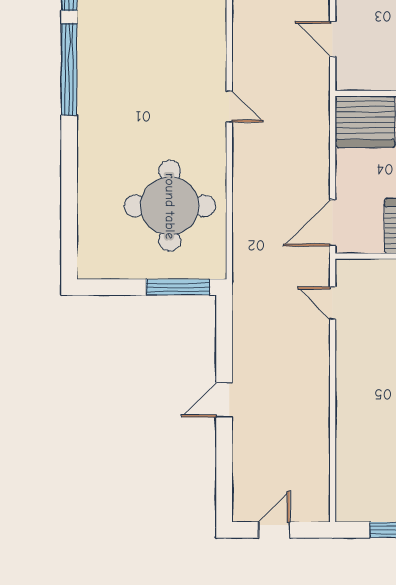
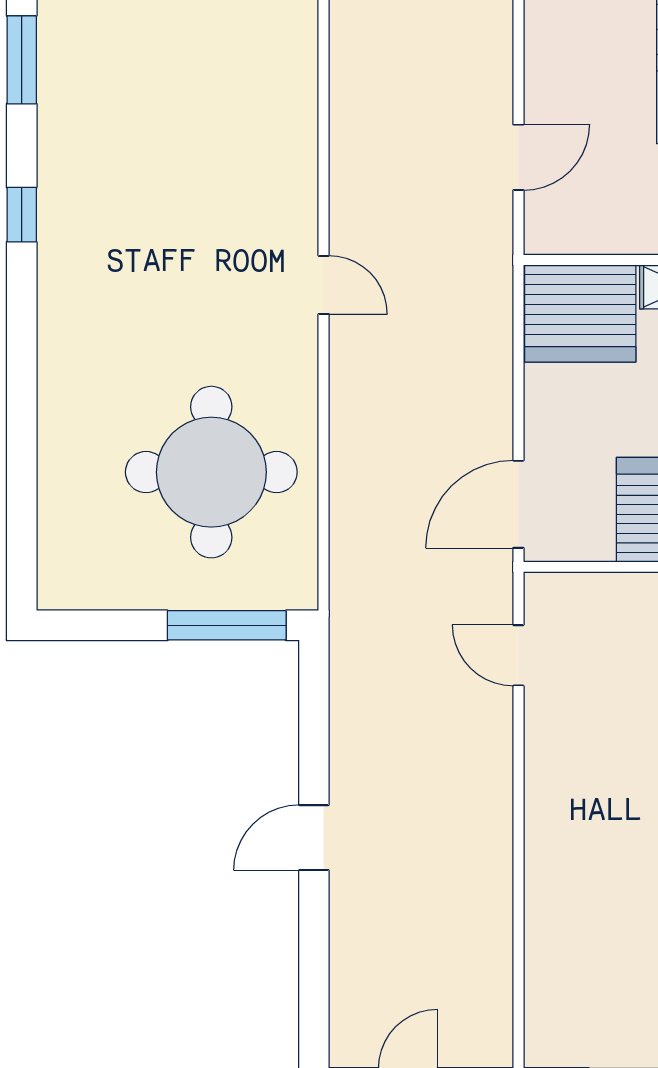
door: (333, 39) -> (518, 157), swing flipped
window: (69, 69) -> (22, 215), width x0.32

